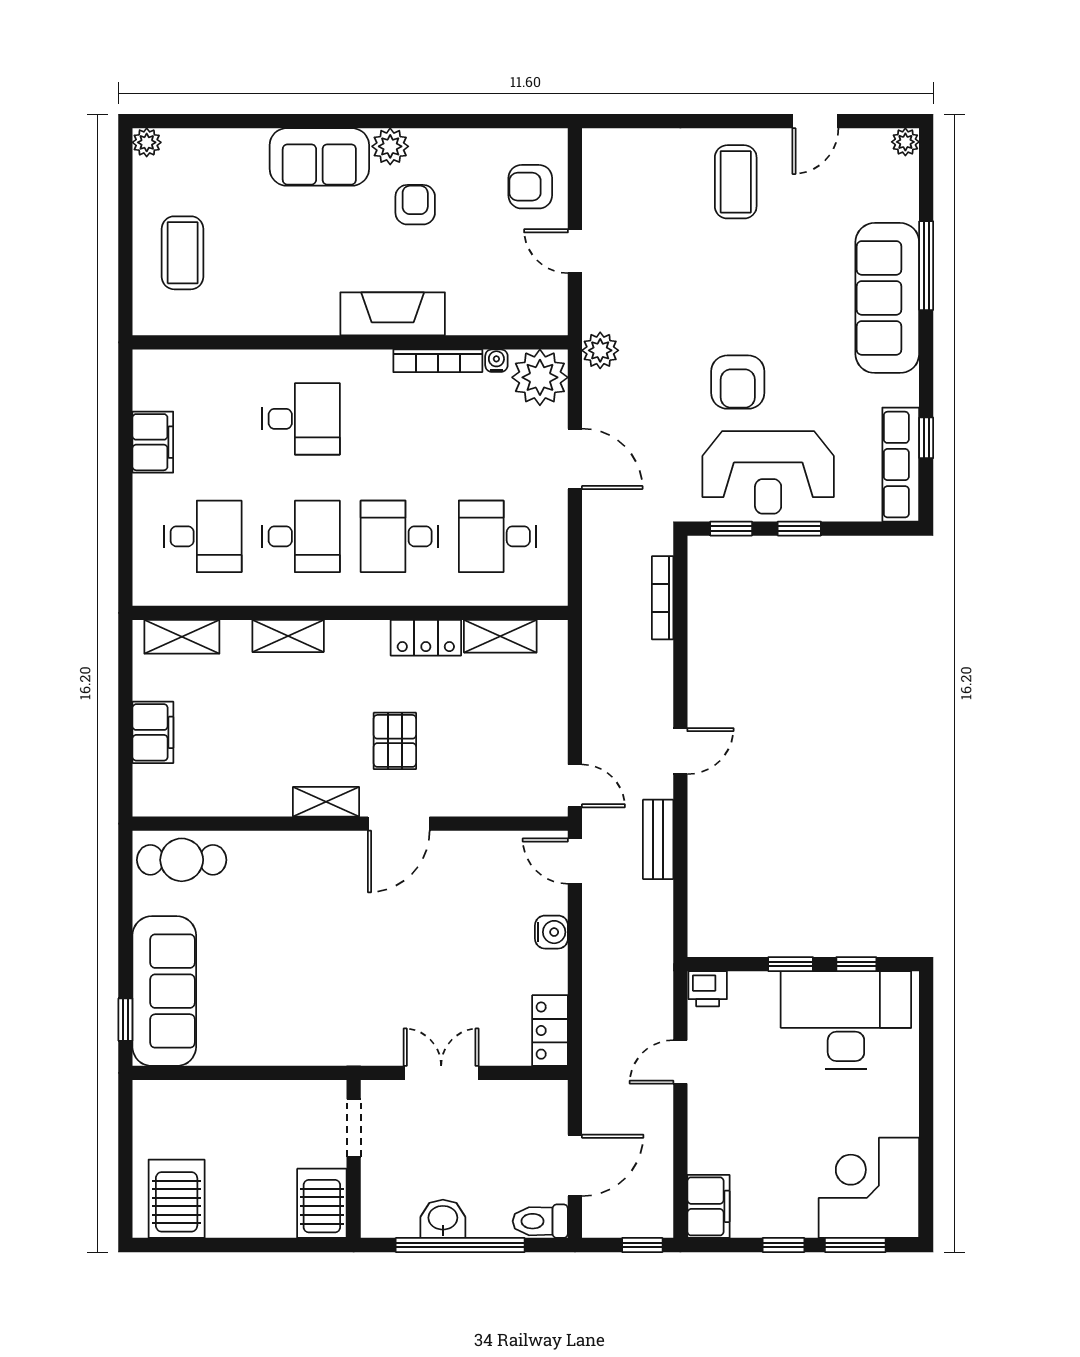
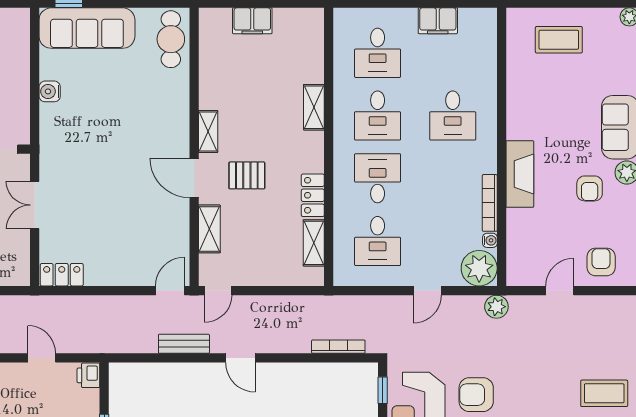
armchair: (415, 205) -> (590, 188), turned 90
door: (575, 459) -> (427, 291), width x0.73
desk: (497, 536) -> (378, 241), turned 180
shelving: (182, 637) -> (209, 229), moved
water cooler: (551, 932) -> (50, 91), moved, turned 90
double door: (441, 1073) -> (35, 205), swing flipped

